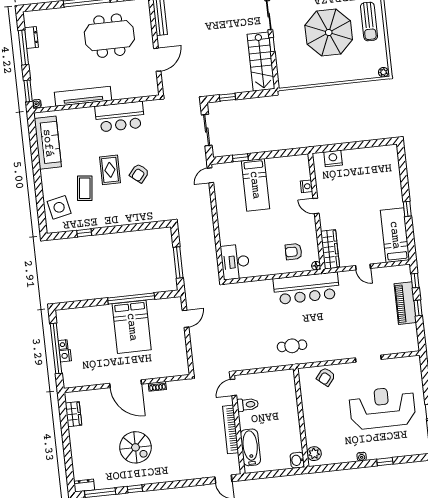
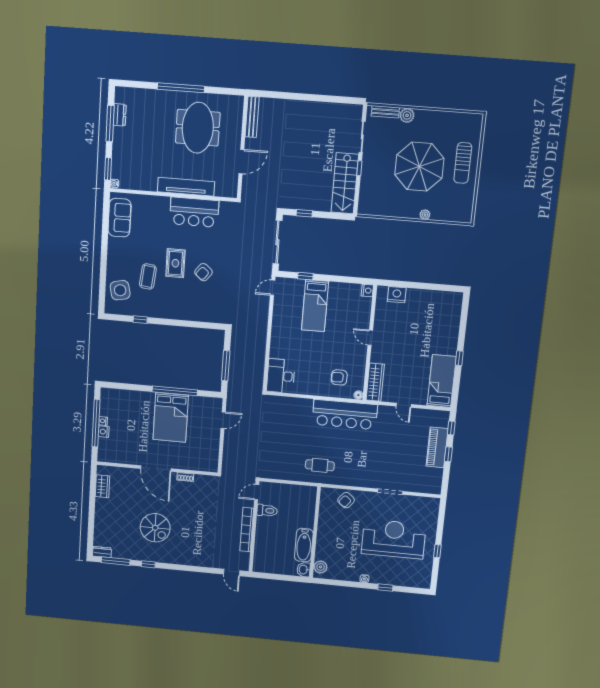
meeting table: (109, 36) -> (198, 128), turned 90
plant: (383, 72) -> (425, 215), moved
tv unit: (83, 96) -> (186, 187), moved
sliding door: (207, 130) -> (277, 242), width x1.37
sofa: (48, 143) -> (120, 218), width x0.73
nightstand: (306, 186) -> (367, 291), moved
bathtub: (250, 447) -> (304, 545), moved, turned 180

